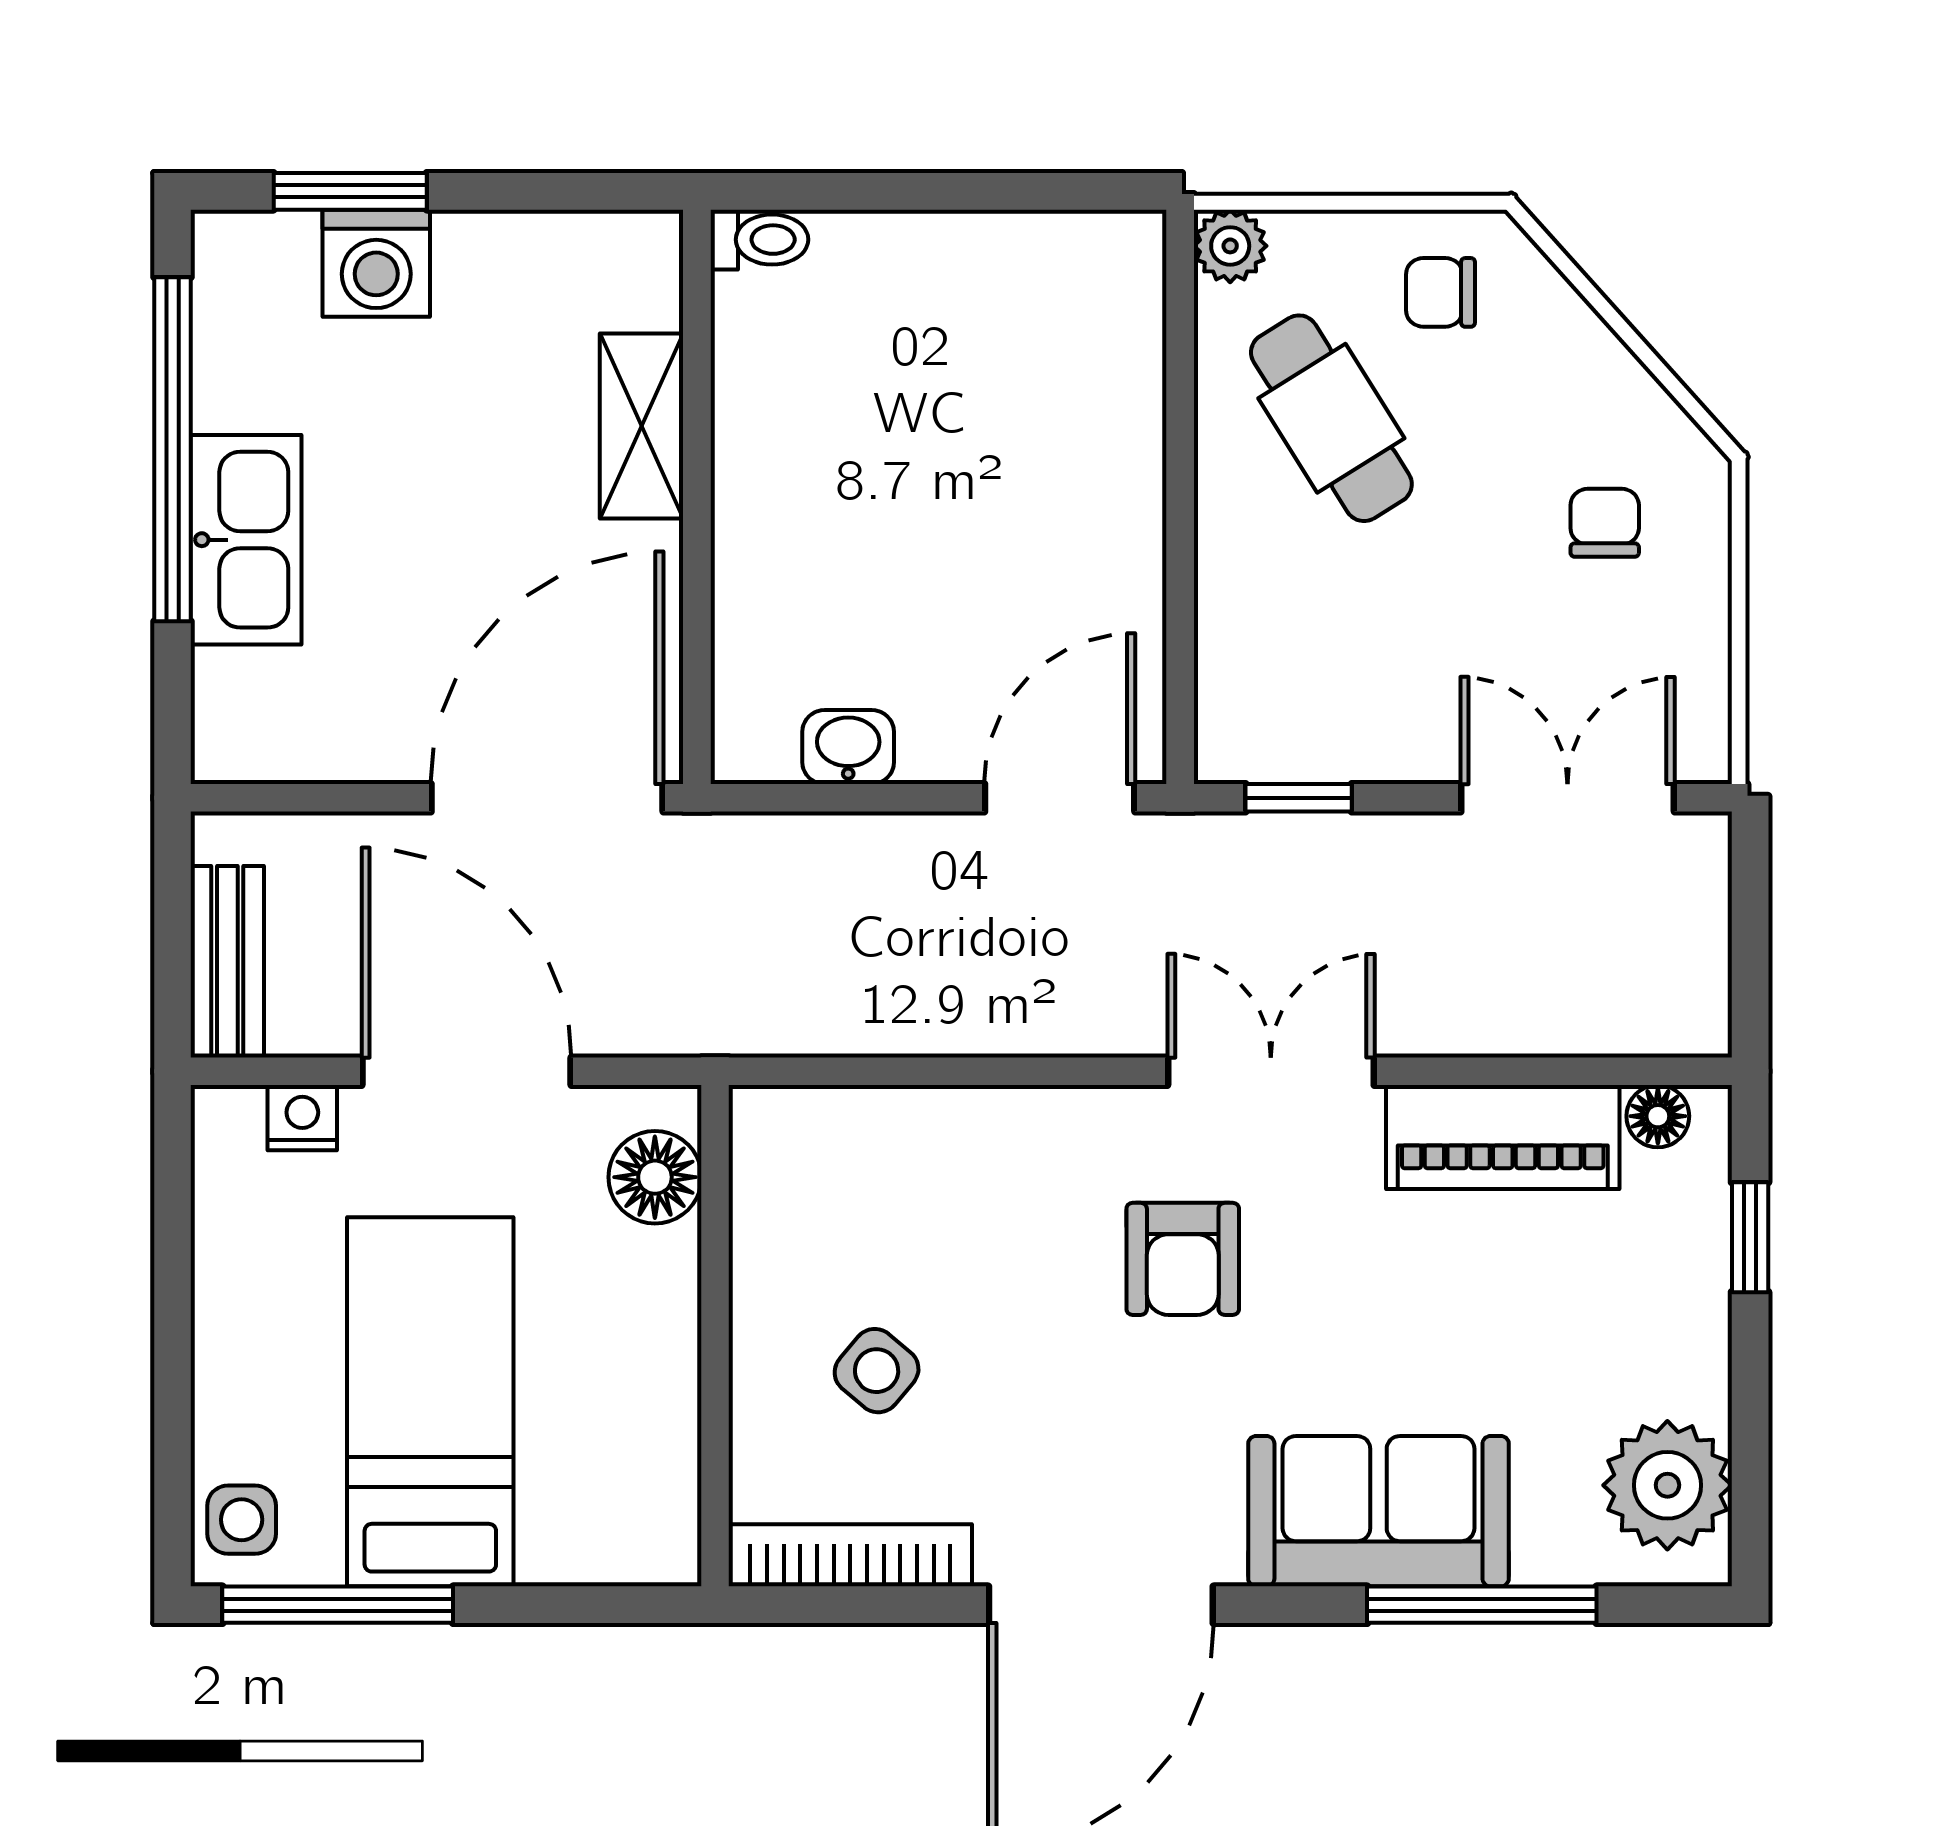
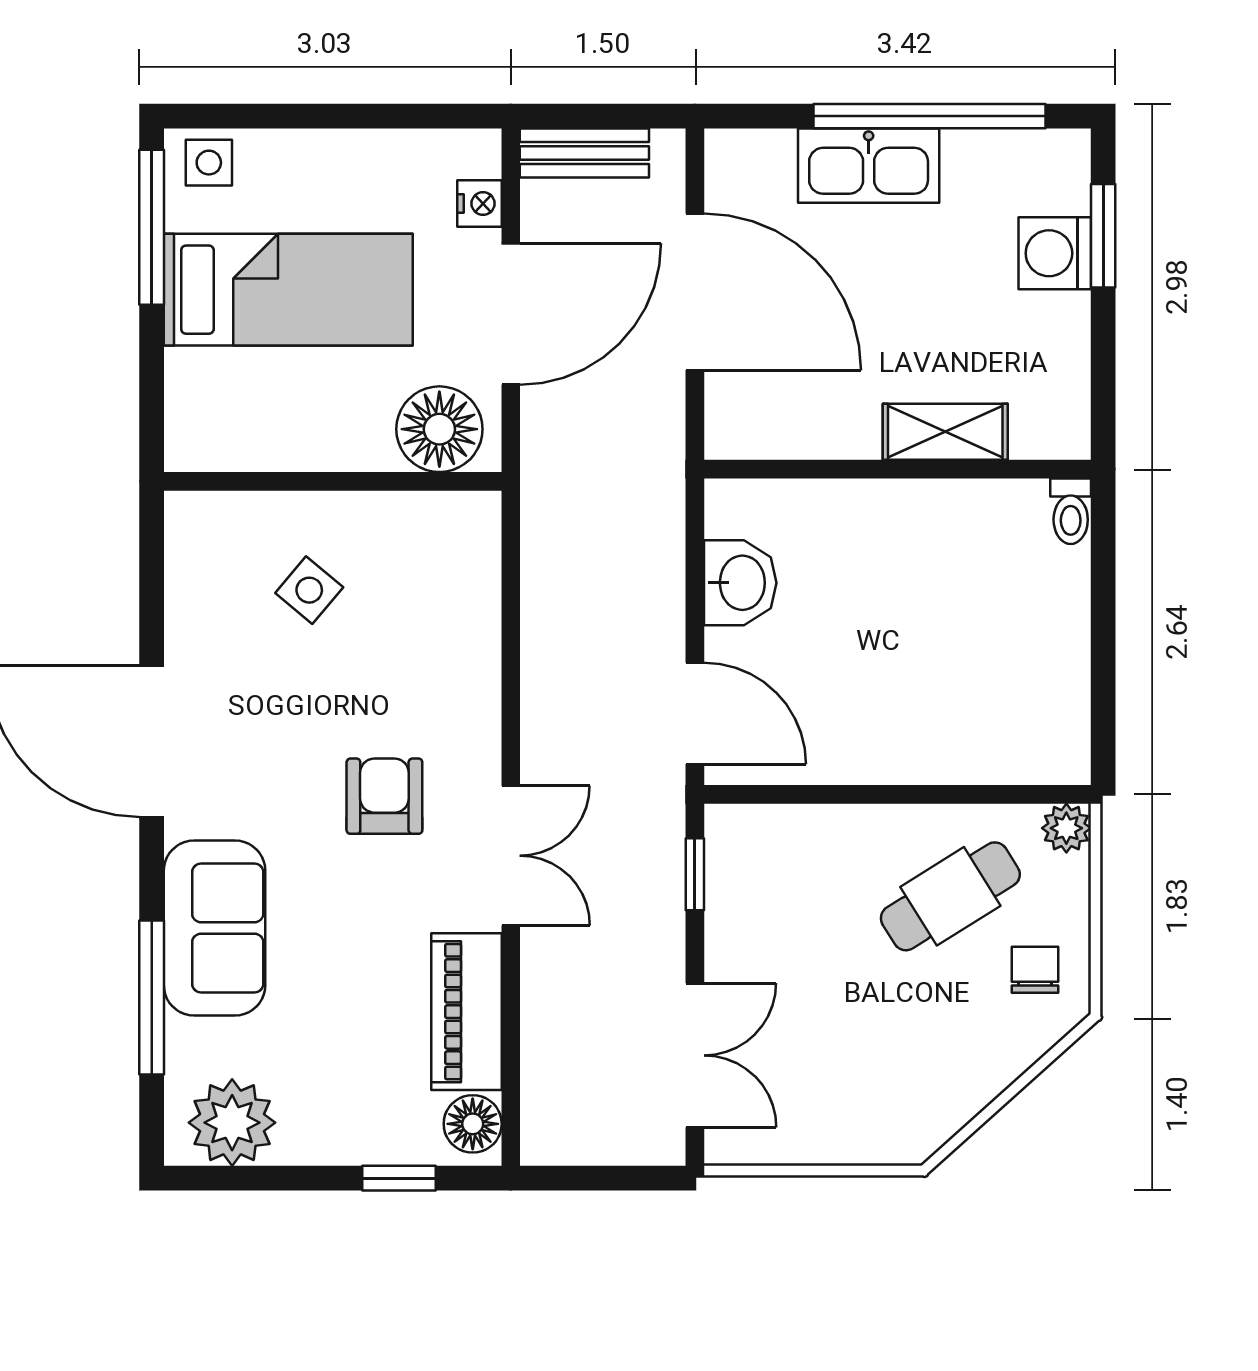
chair: (1605, 523) -> (880, 1080), removed
washbasin: (848, 747) -> (740, 583), width x1.38, depth x1.45
door: (547, 798) -> (695, 292), moved
floor lamp: (1658, 1116) -> (473, 1124), width x1.37, depth x1.37
floor lamp: (655, 1177) -> (439, 429), width x1.38, depth x1.38
armchair: (1183, 1259) -> (384, 796), turned 90
bookcase: (850, 1555) -> (185, 572), removed

